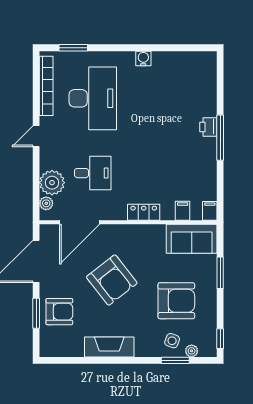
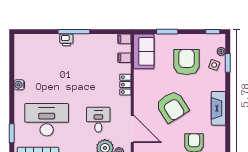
armchair: (112, 280) -> (172, 107), turned 96

